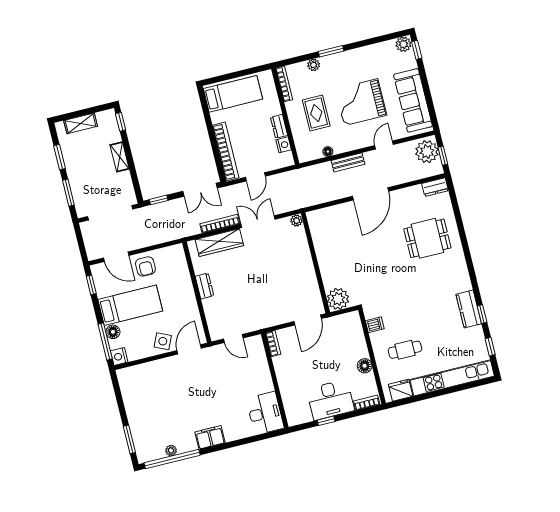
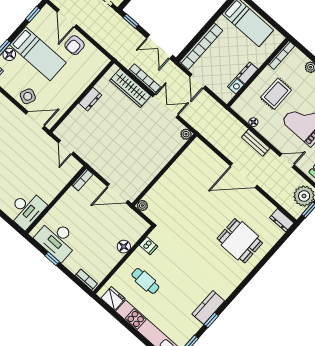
door: (255, 177) -> (198, 81), hinge flipped
plant: (338, 299) -> (142, 206), width x0.53, depth x0.53
floor lamp: (365, 366) -> (124, 247), moved
desk: (330, 400) -> (57, 240), moved

